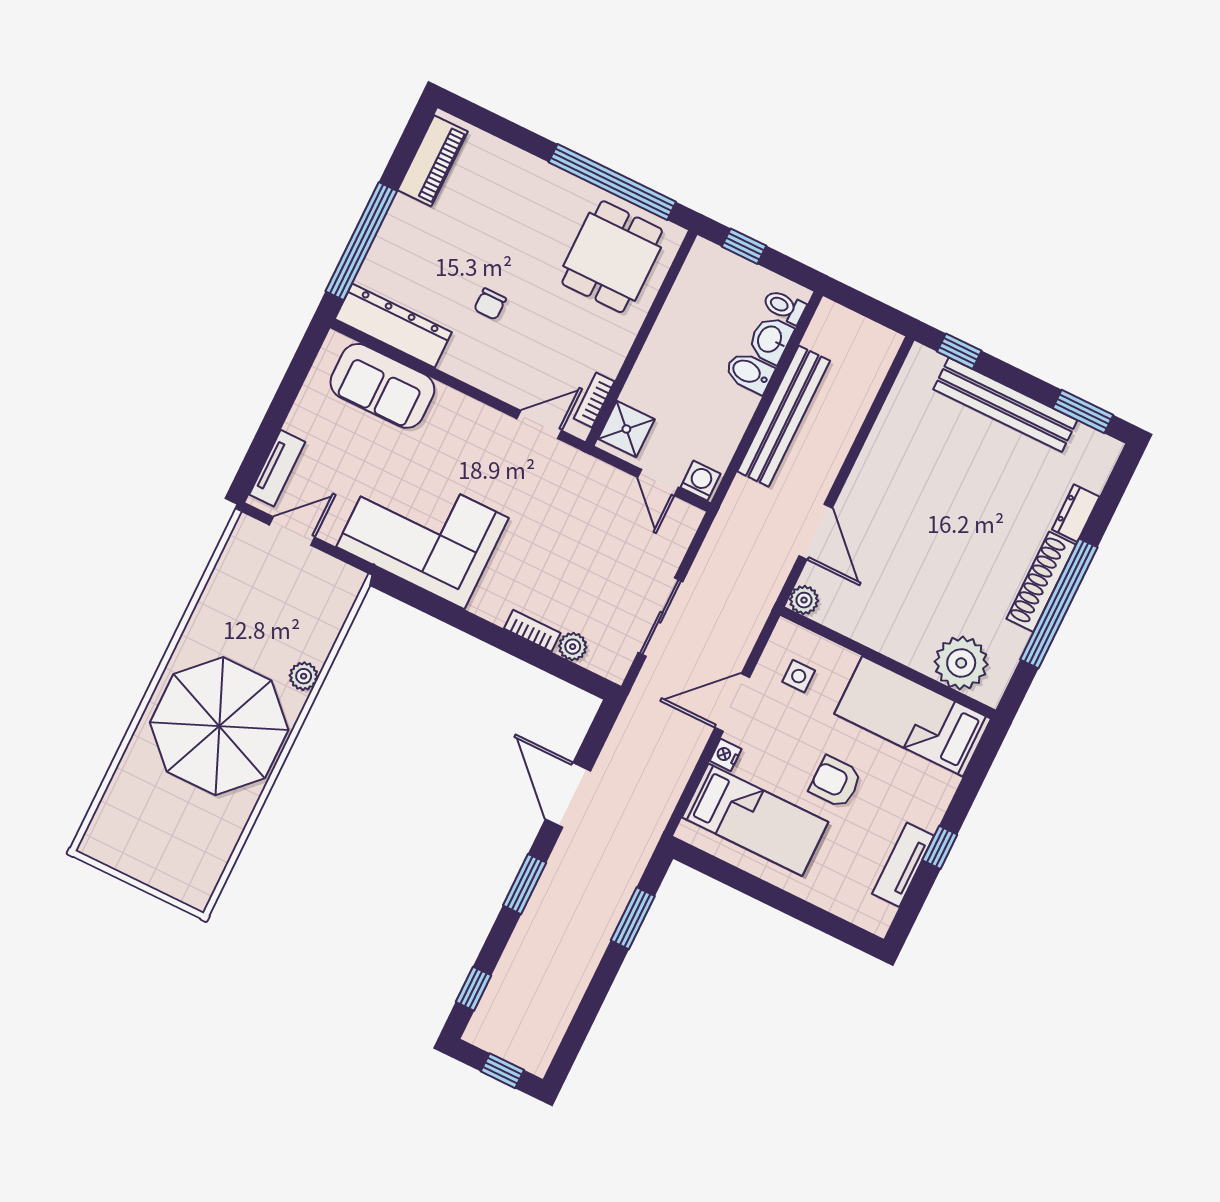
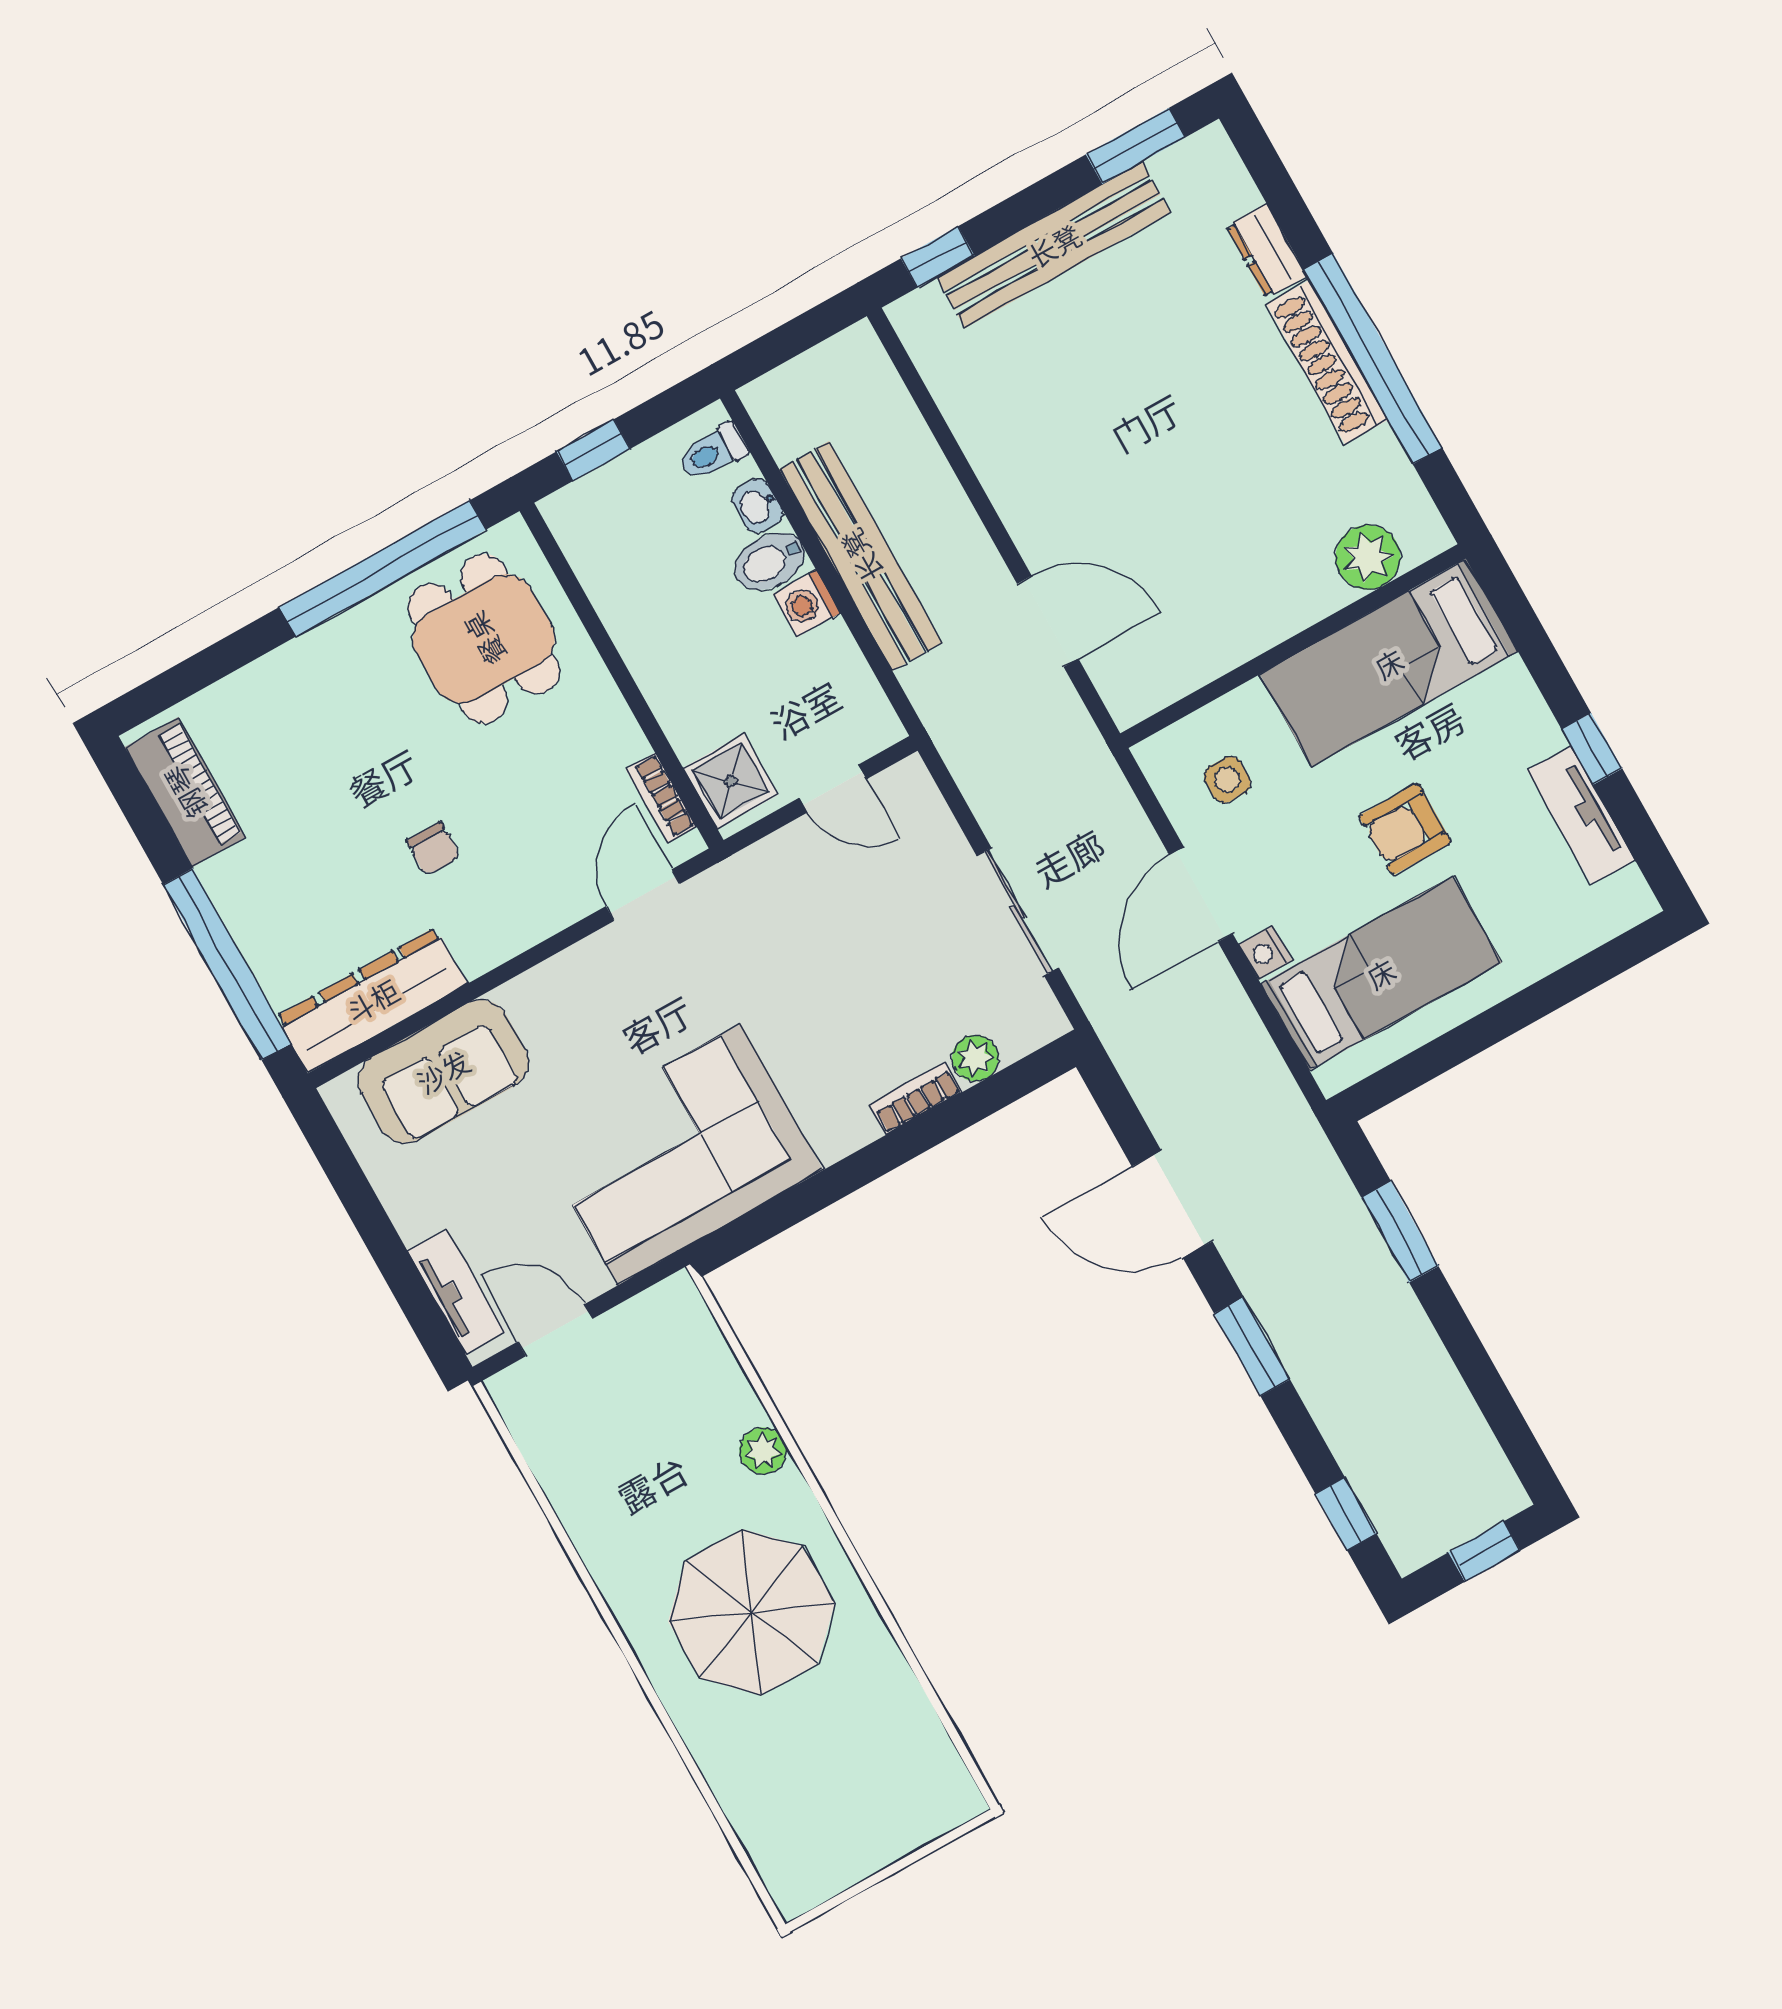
washbasin: (771, 340) -> (757, 506), width x0.72, depth x0.69
washing machine: (700, 481) -> (807, 603), moved, turned -90
door: (292, 531) -> (555, 1330), hinge flipped
plant: (804, 600) -> (1129, 701), removed
plant: (961, 663) -> (1368, 557), width x0.73, depth x0.73
parasol: (219, 726) -> (751, 1612), width x0.73, depth x0.73

